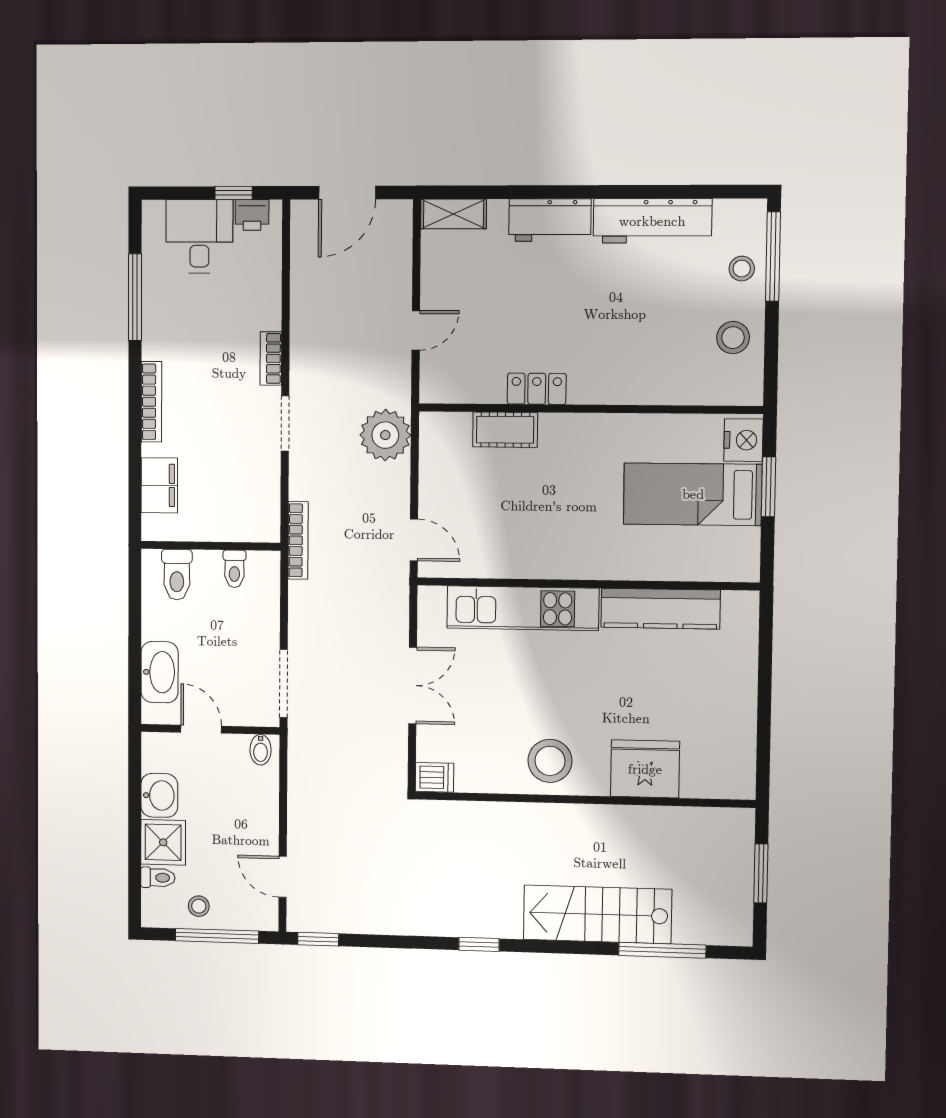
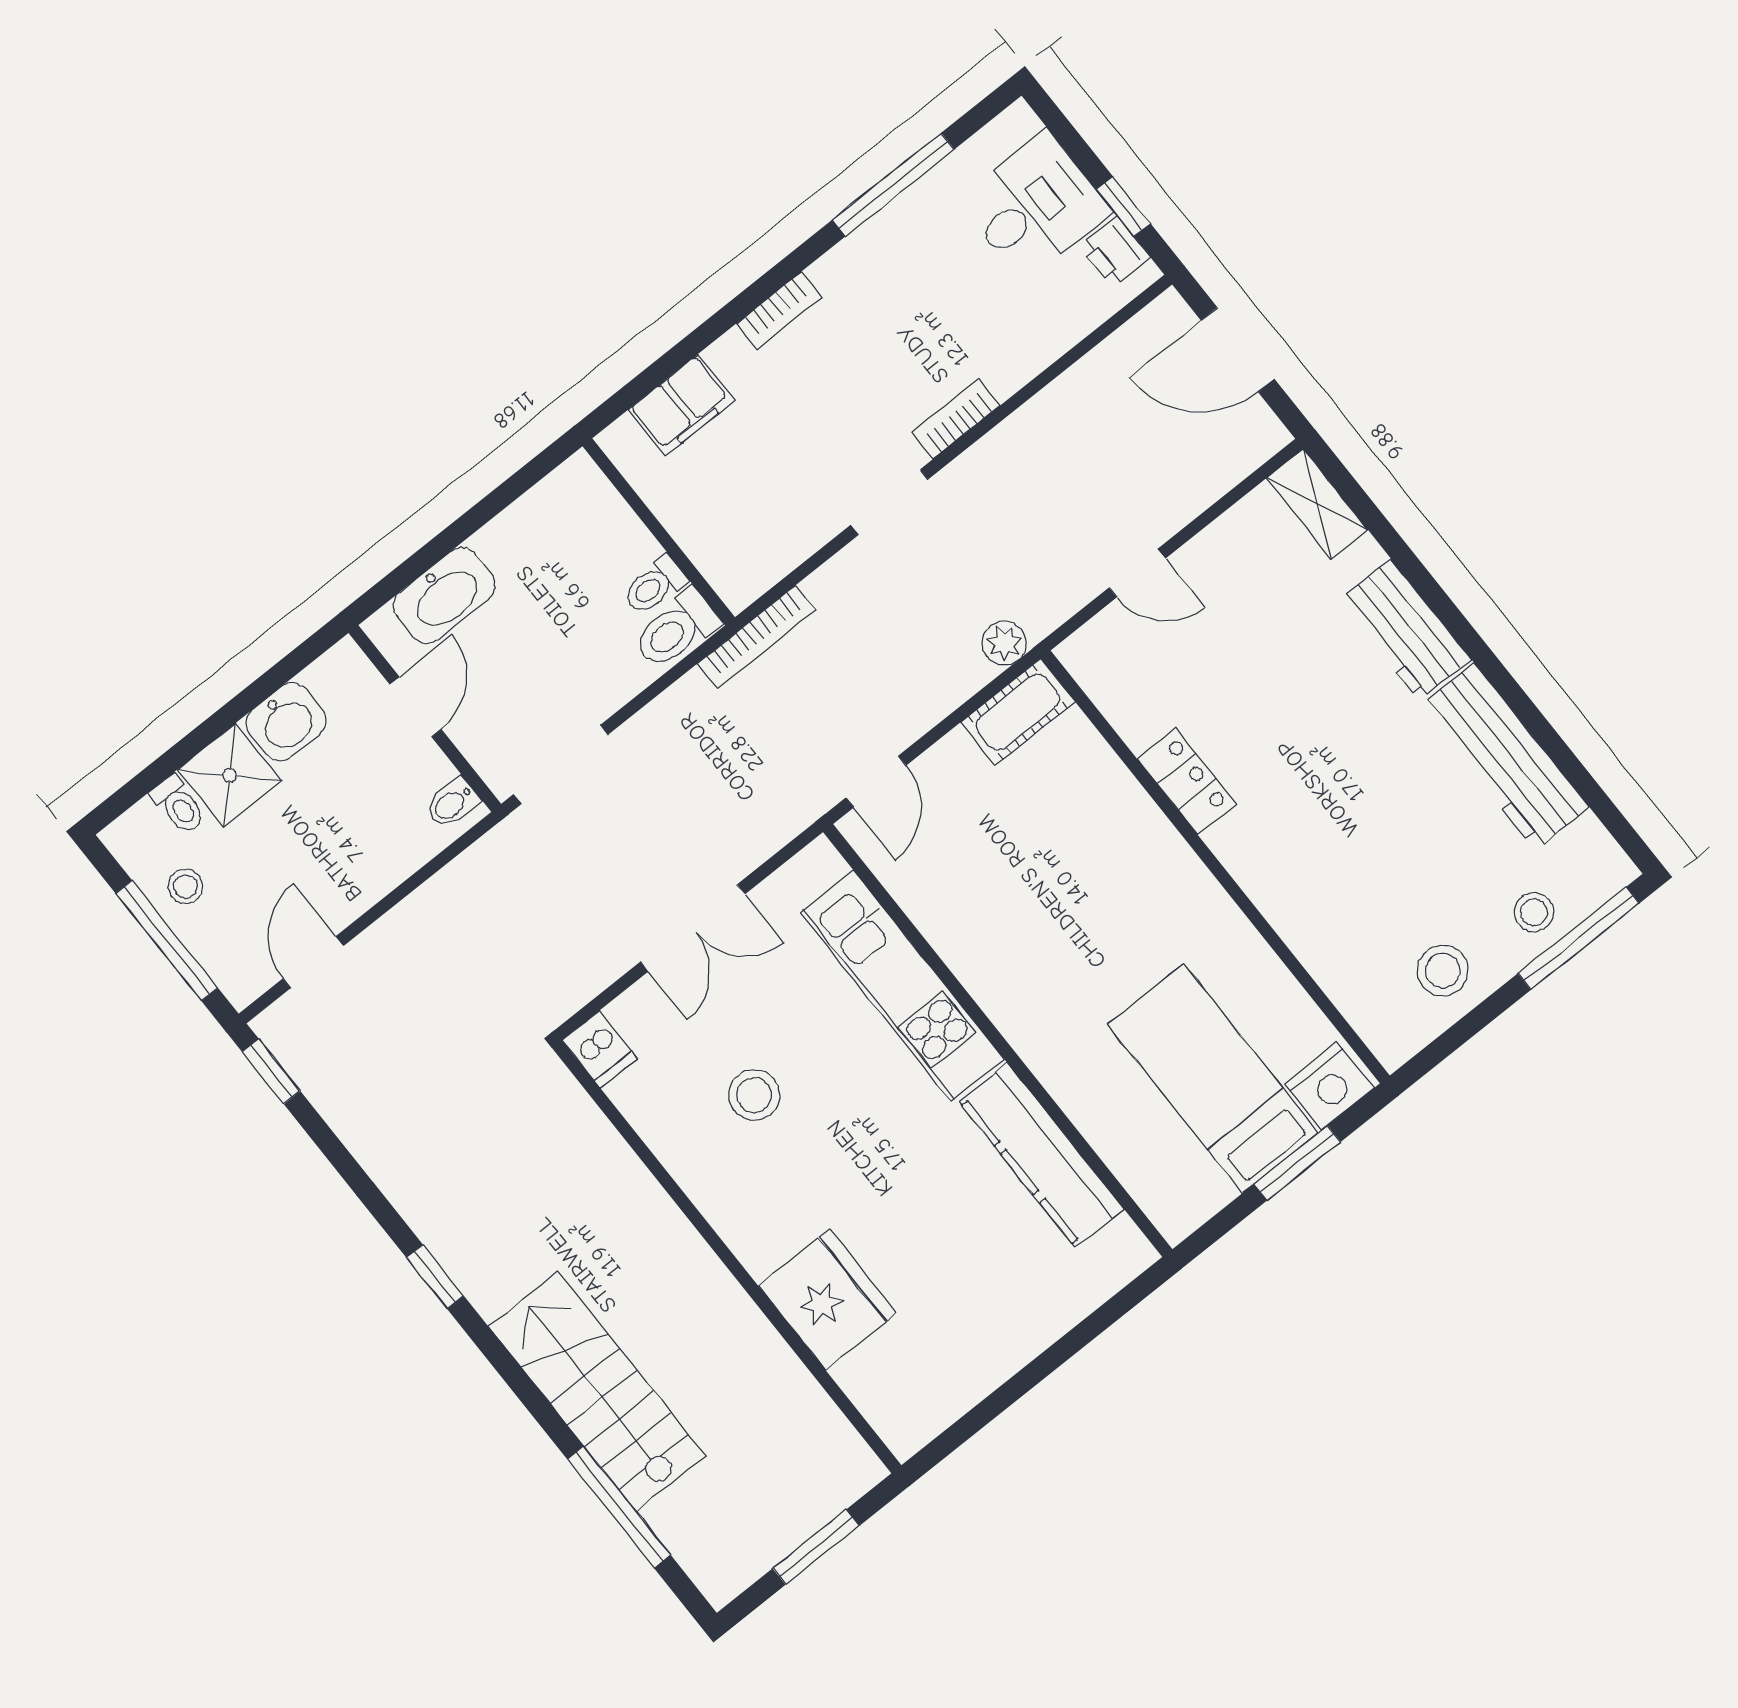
bookcase: (151, 402) -> (779, 311), width x0.64
cot: (505, 430) -> (1018, 712), moved, turned 90
plant: (385, 435) -> (1004, 643), width x0.53, depth x0.53
toilet: (177, 575) -> (676, 630), moved
stool: (550, 761) -> (754, 1095), moved, width x0.73, depth x0.73

